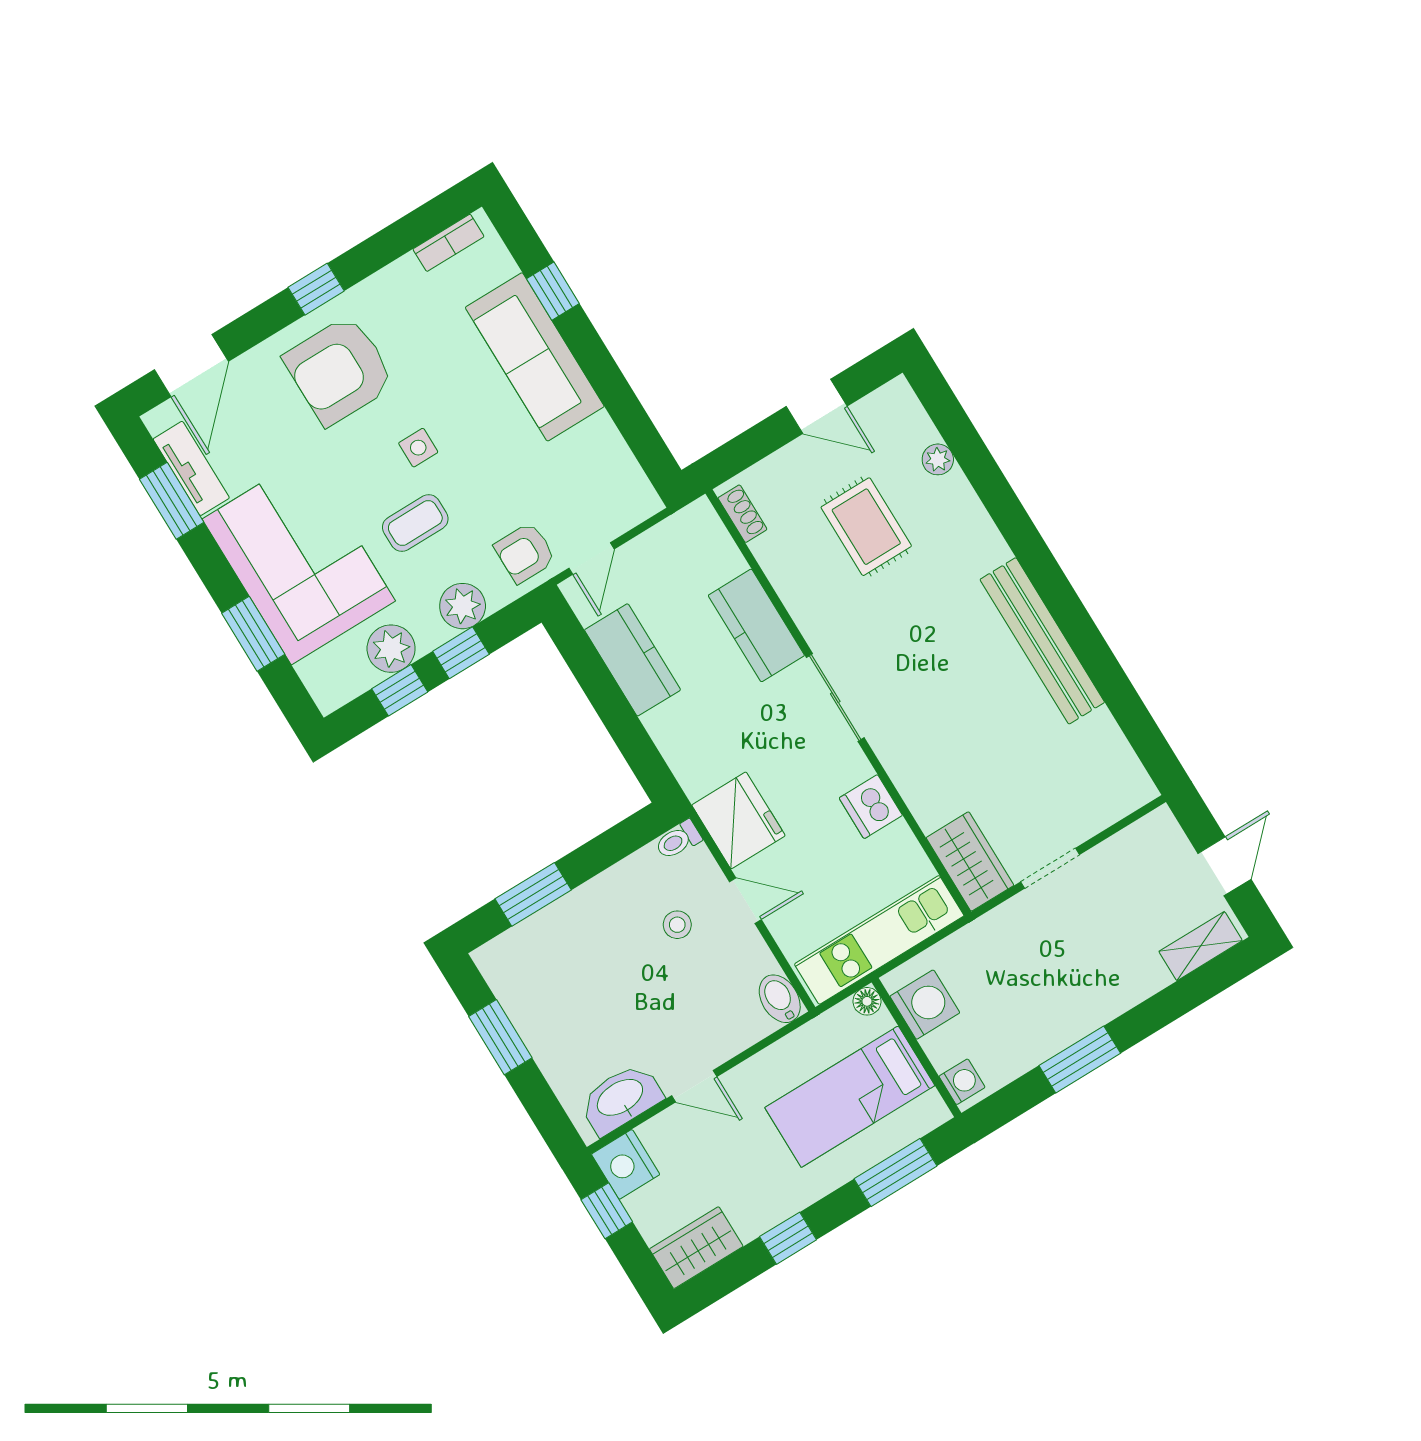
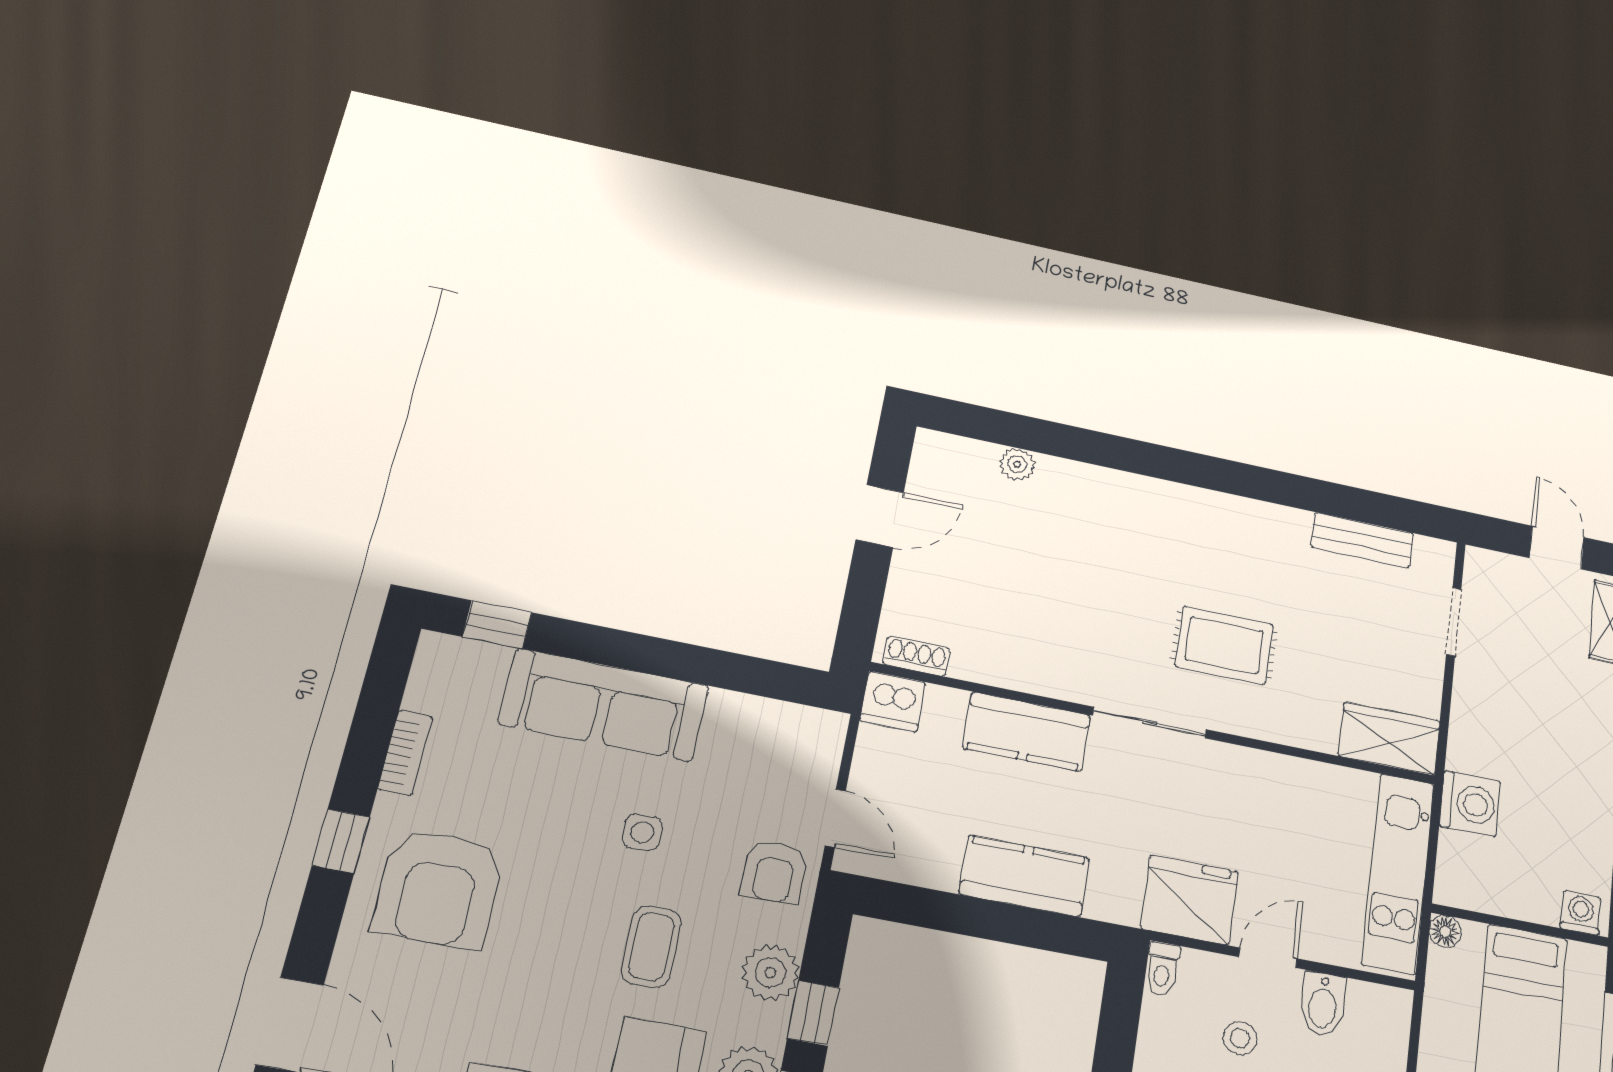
bookcase: (449, 243) -> (405, 753), moved
window: (553, 291) -> (497, 625), moved
side table: (418, 448) -> (642, 832), moved
rug: (866, 527) -> (1224, 645), moved
bench: (1042, 641) -> (1362, 540), moved, width x0.54, depth x0.82
kitchen counter: (632, 660) -> (1024, 876), moved
dishwasher: (871, 807) -> (893, 701), moved
doorway: (1050, 868) -> (1454, 622), moved
bidet: (780, 999) -> (1323, 1004), moved, turned -90
washing machine: (925, 1005) -> (1470, 804), moved, turned 90

